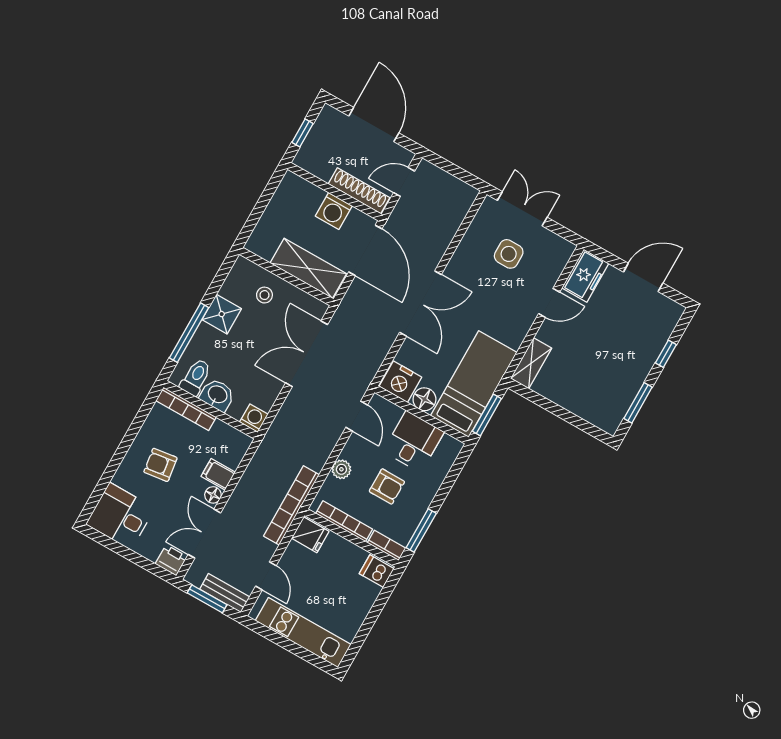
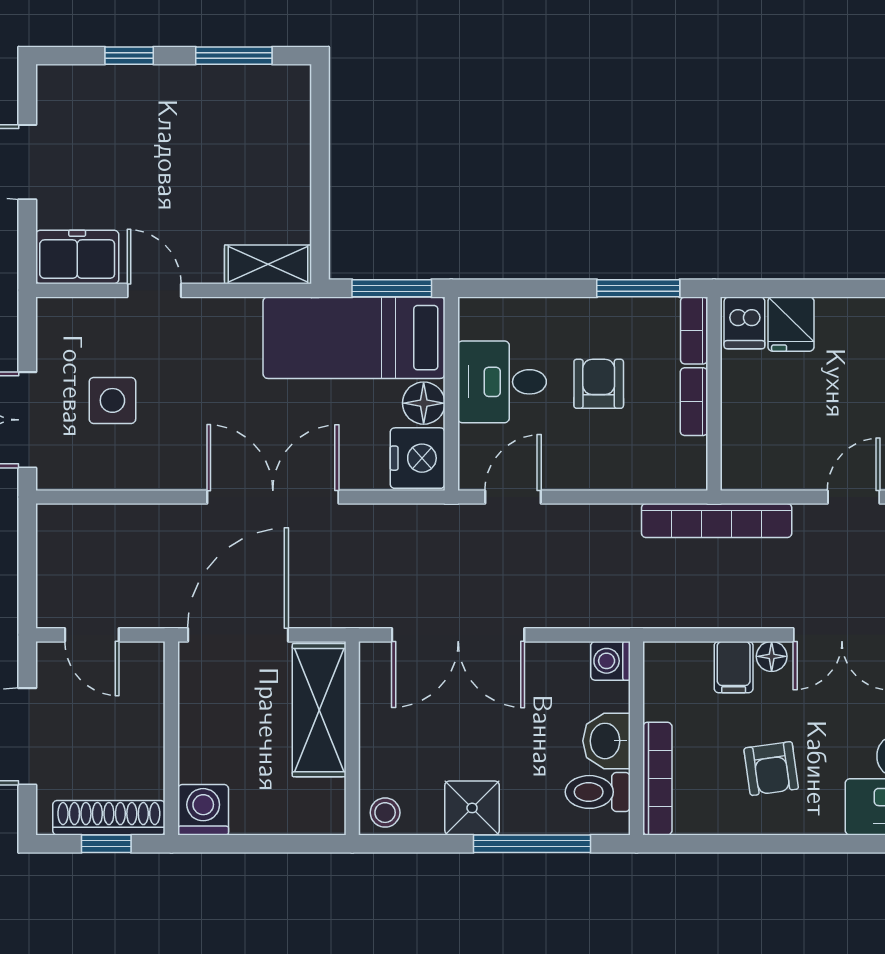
shoe rack: (359, 191) -> (109, 818), moved, turned 90
washing machine: (334, 211) -> (203, 810), moved, turned -90
stool: (264, 295) -> (385, 813), moved
plant: (341, 469) -> (613, 473), removed
bookcase: (344, 521) -> (694, 402), width x0.64
fridge: (310, 535) -> (791, 324), moved, turned 180

